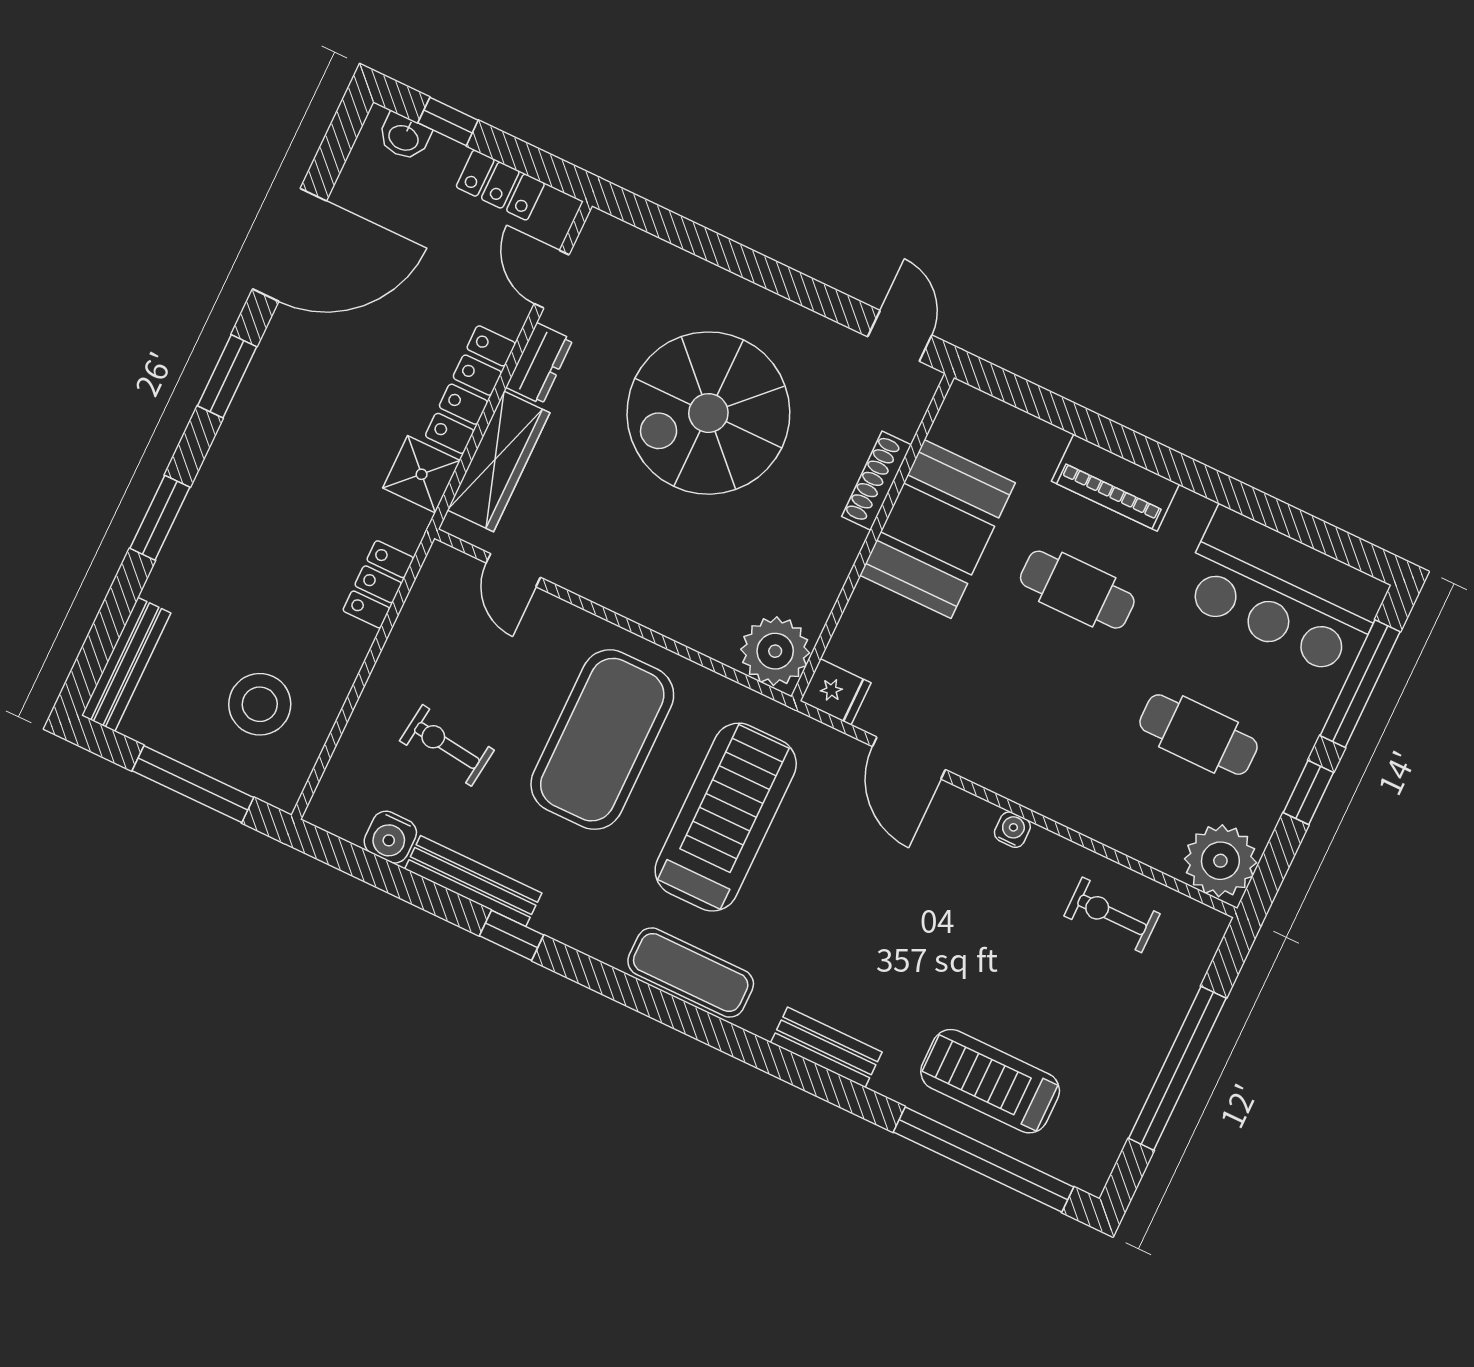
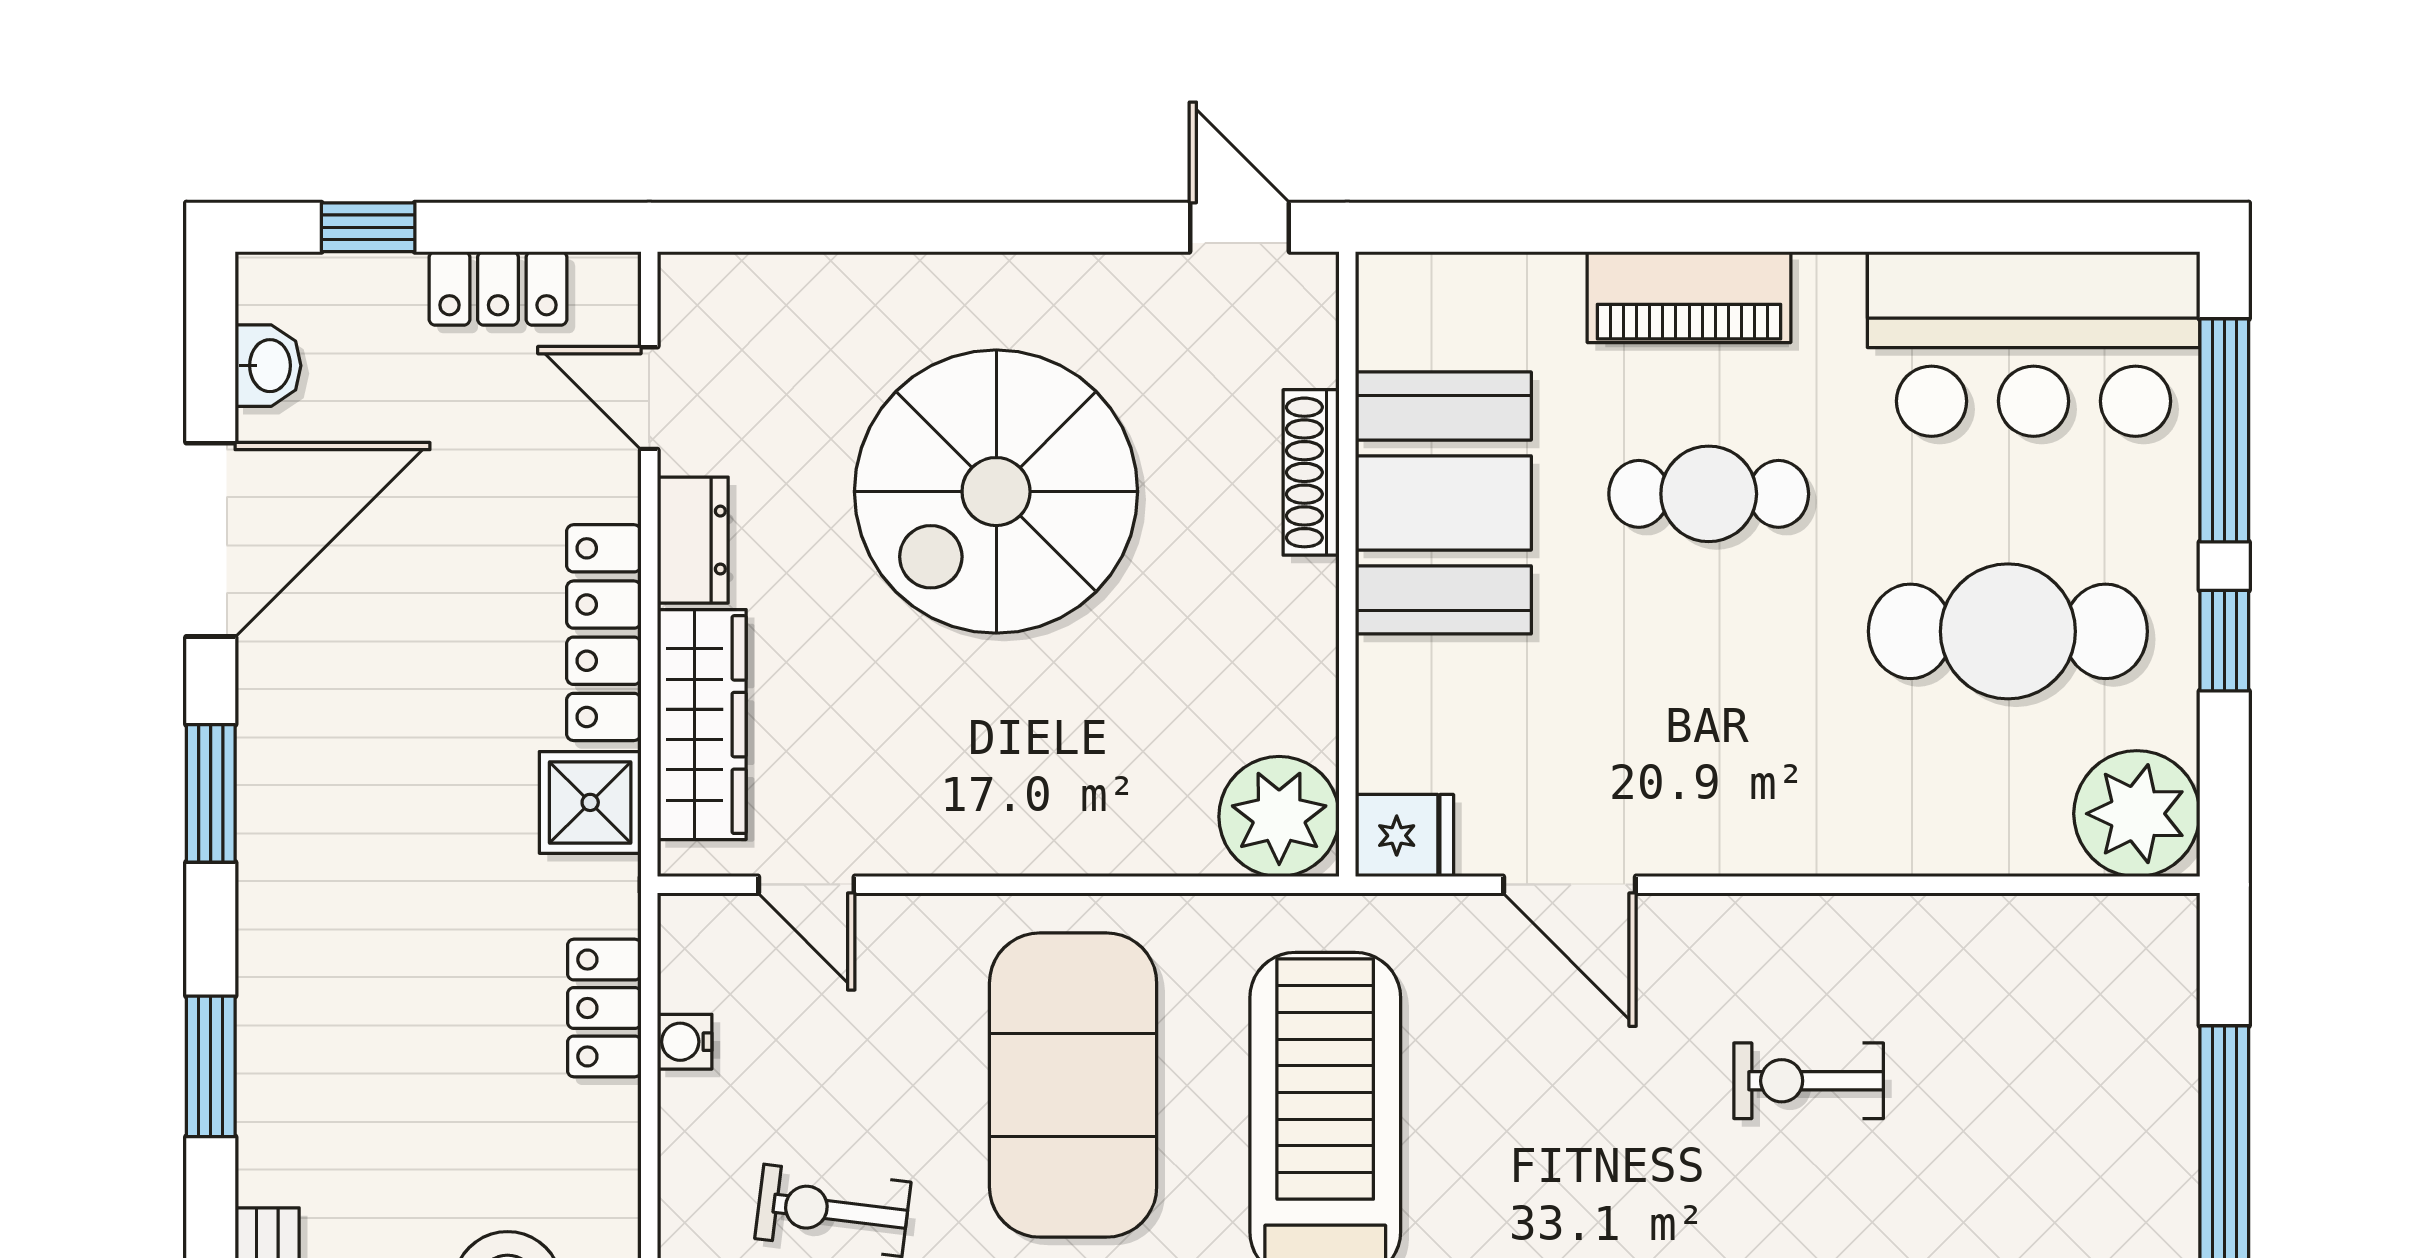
washbasin: (404, 137) -> (268, 366), moved, turned -90
cafe table: (1198, 735) -> (2008, 631), width x1.37, depth x1.35
water cooler: (1012, 830) -> (685, 1042), moved, turned -90
exercise bike: (1112, 915) -> (1809, 1081), moved

